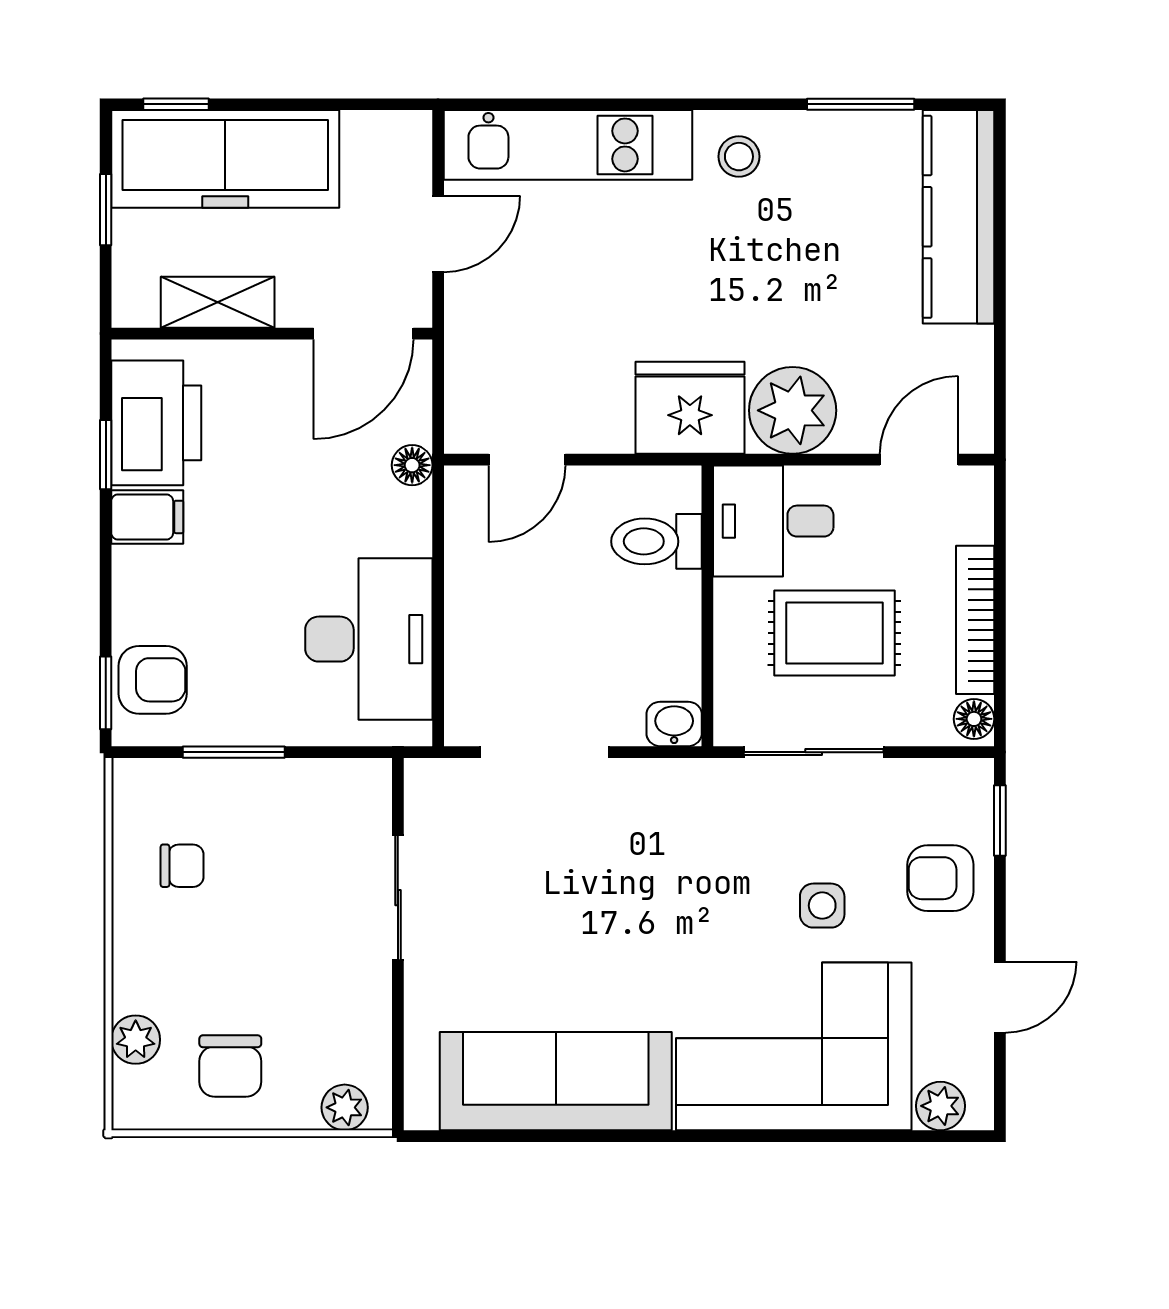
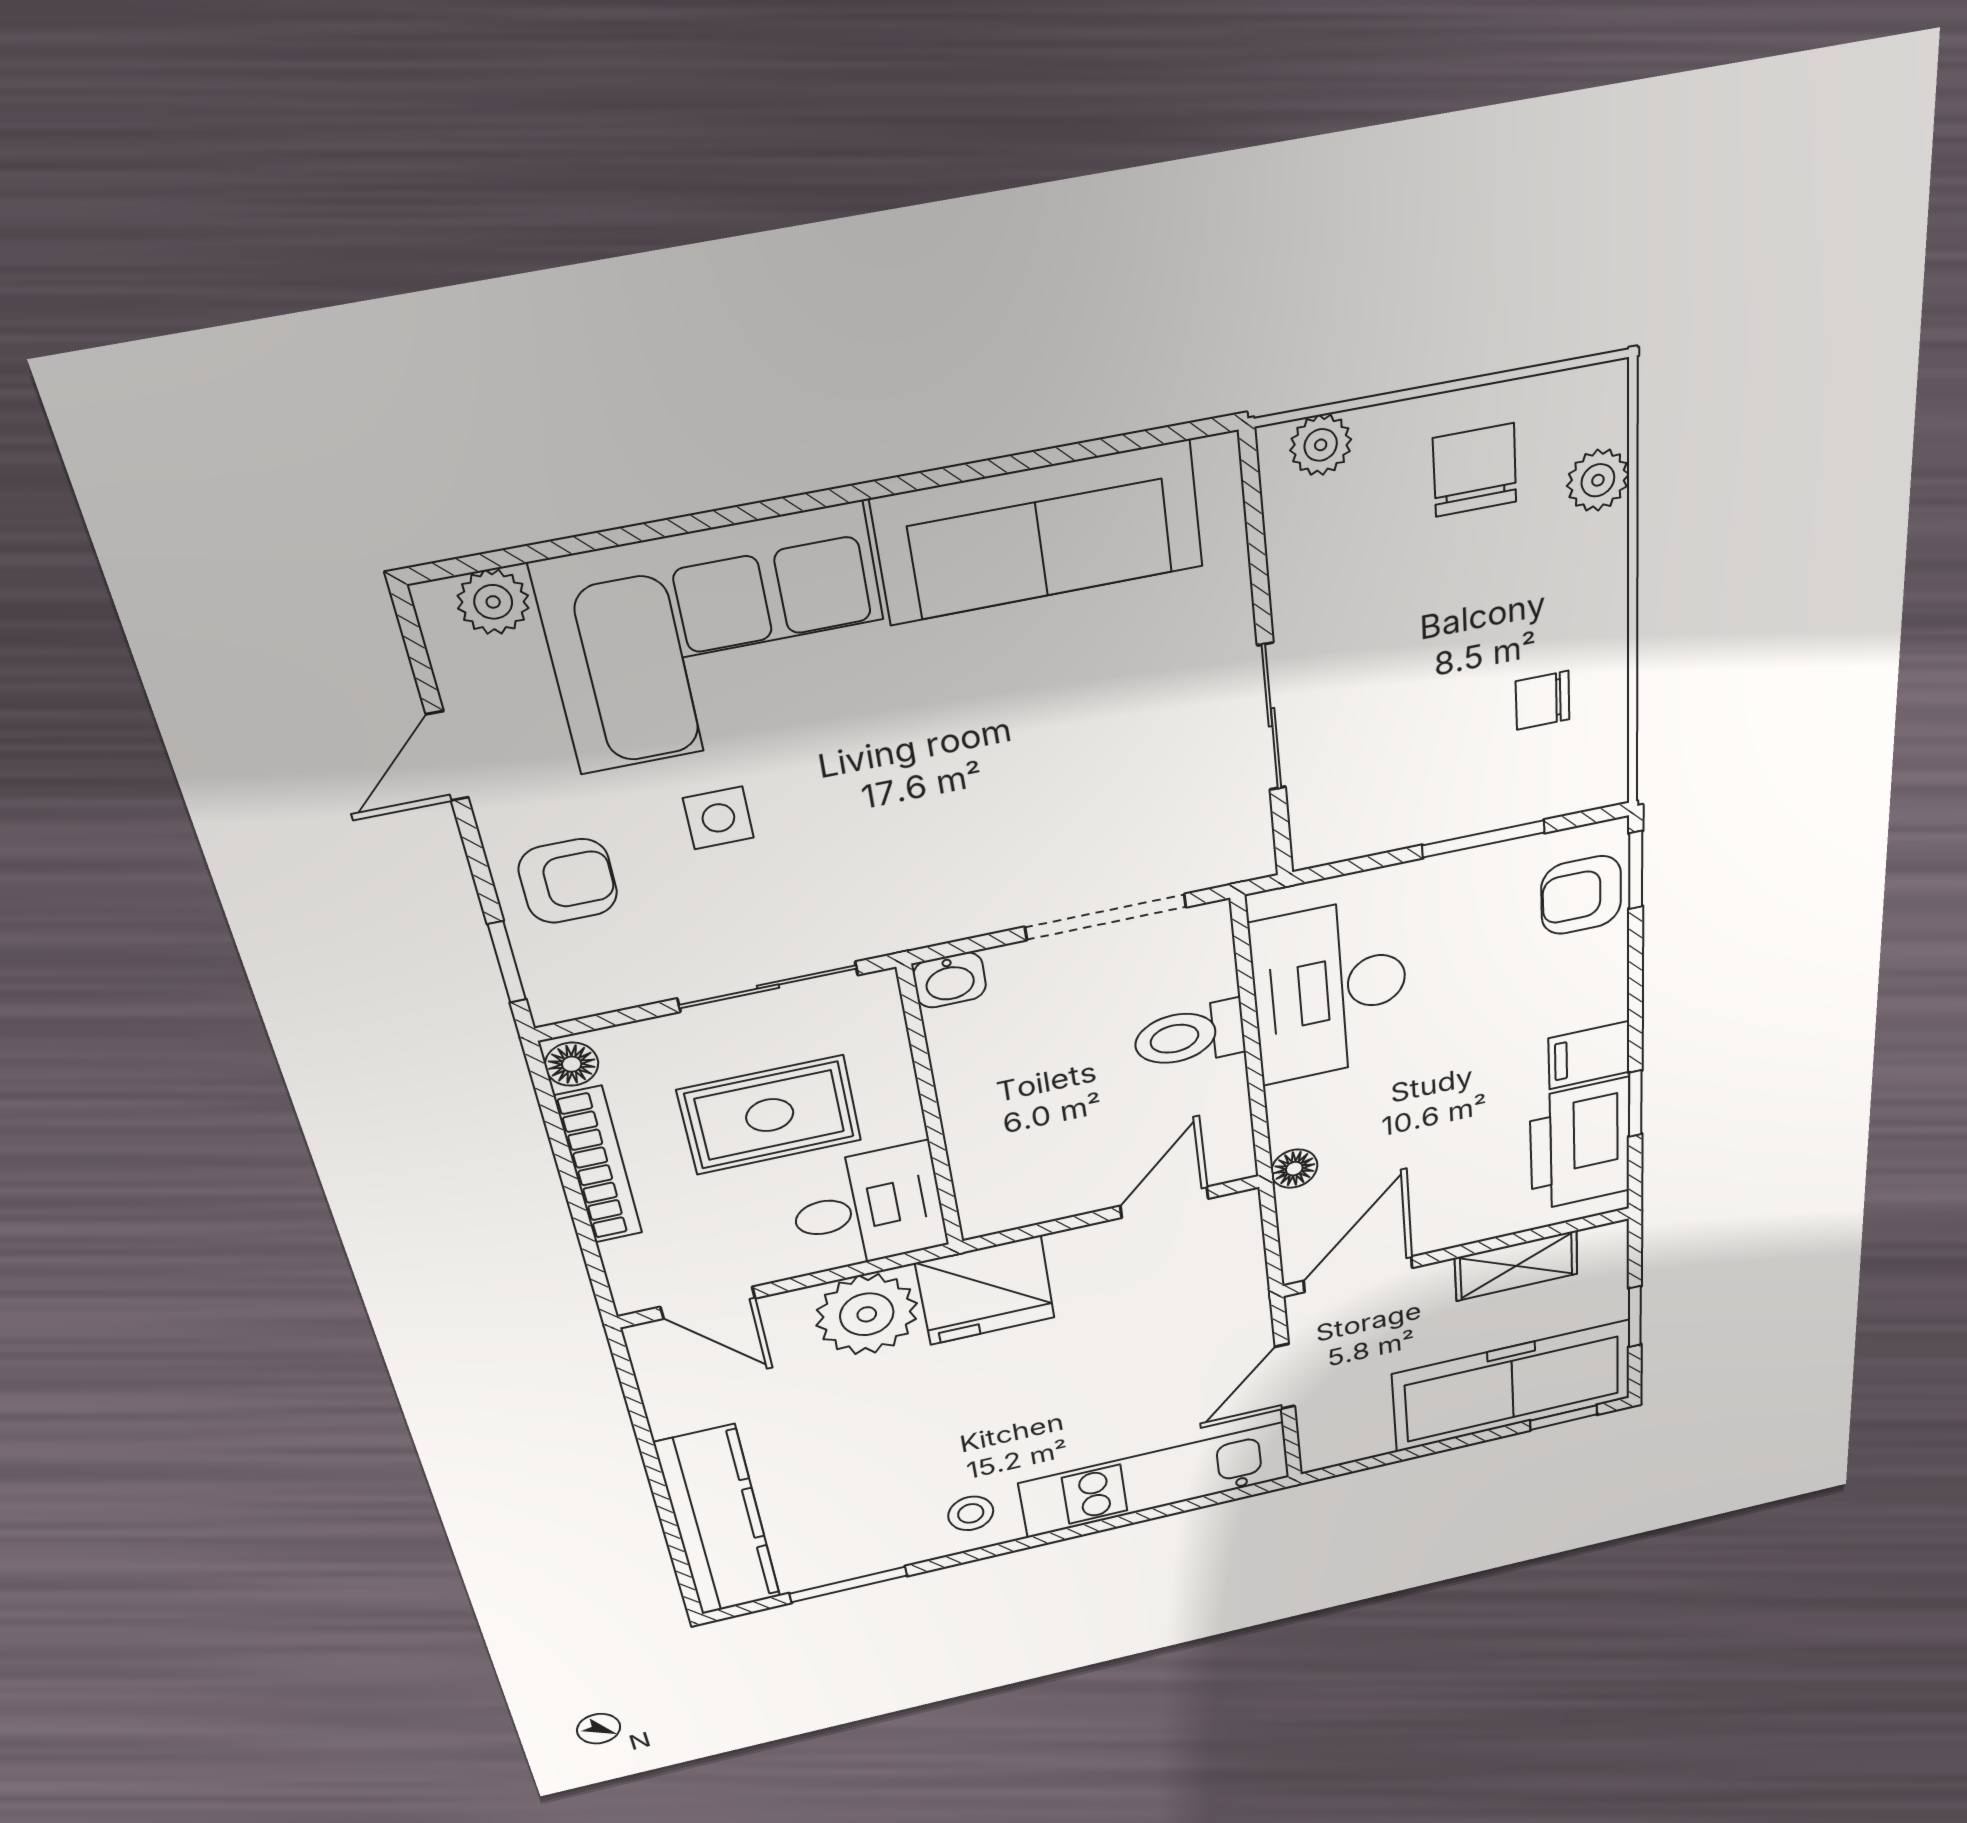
door: (919, 460) -> (708, 1303), hinge flipped
toilet: (656, 541) -> (1189, 1035), moved, turned 180

